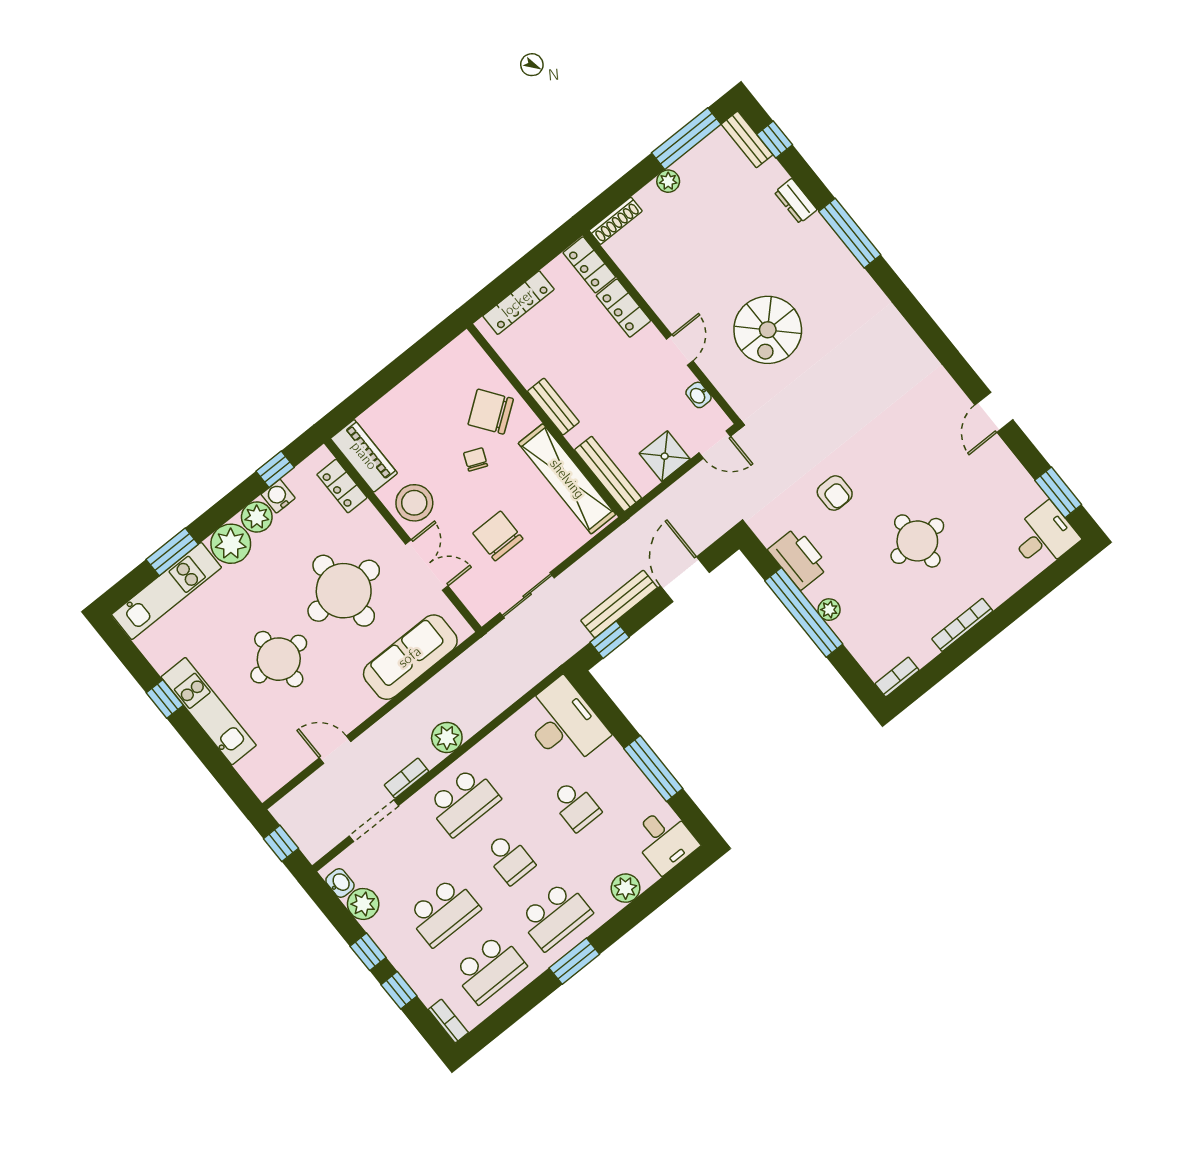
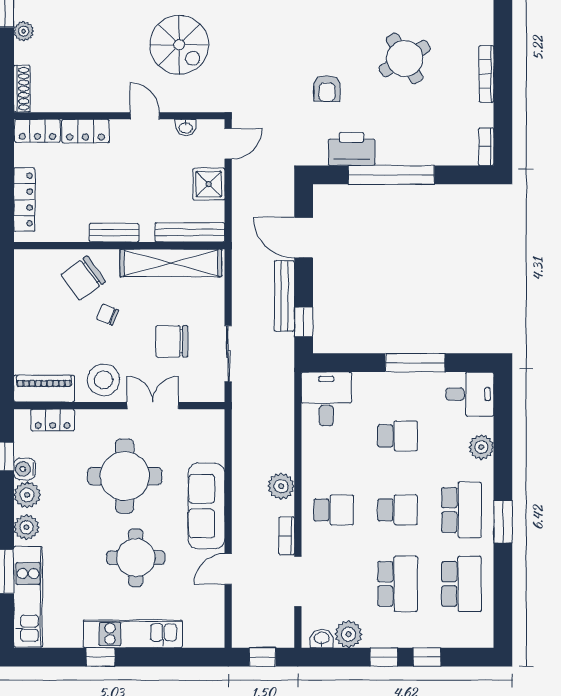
armchair: (835, 493) -> (327, 89), turned 90
round table: (917, 541) -> (405, 59), turned -31
plant: (231, 544) -> (26, 527), width x0.73, depth x0.73
plant: (829, 610) -> (403, 156), removed
sofa: (410, 657) -> (206, 506), moved
desk: (564, 723) -> (326, 399), width x0.73
school desk: (463, 801) -> (333, 510), width x0.54
bookcase: (448, 1021) -> (475, 640), removed

